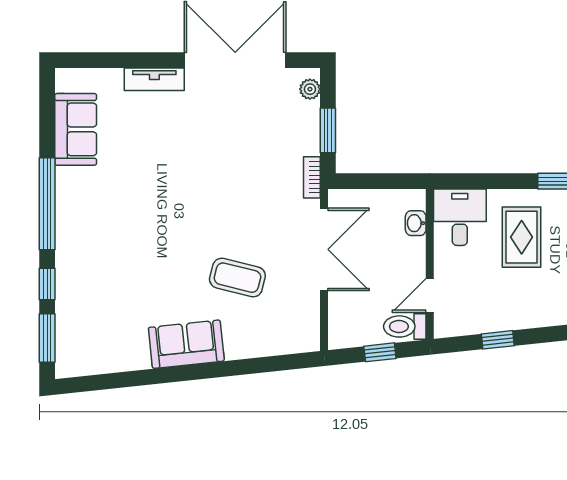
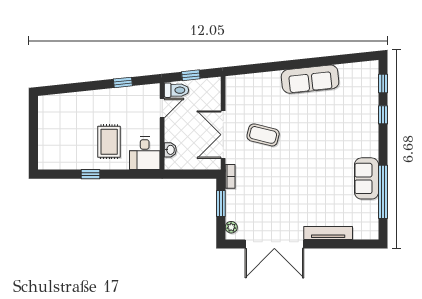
tv unit: (154, 79) -> (328, 233), width x1.41
sofa: (76, 129) -> (367, 178), moved
window: (47, 204) -> (383, 192), moved
coffee table: (237, 278) -> (263, 135), moved
window: (47, 338) -> (383, 84), width x0.67
sofa: (186, 344) -> (310, 79), width x1.36

